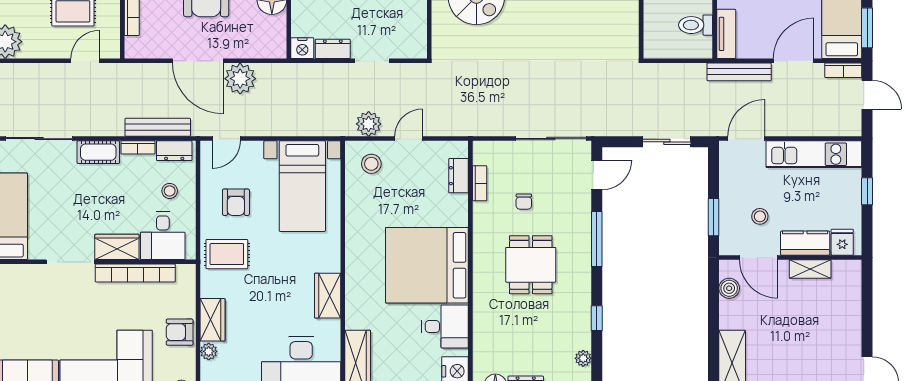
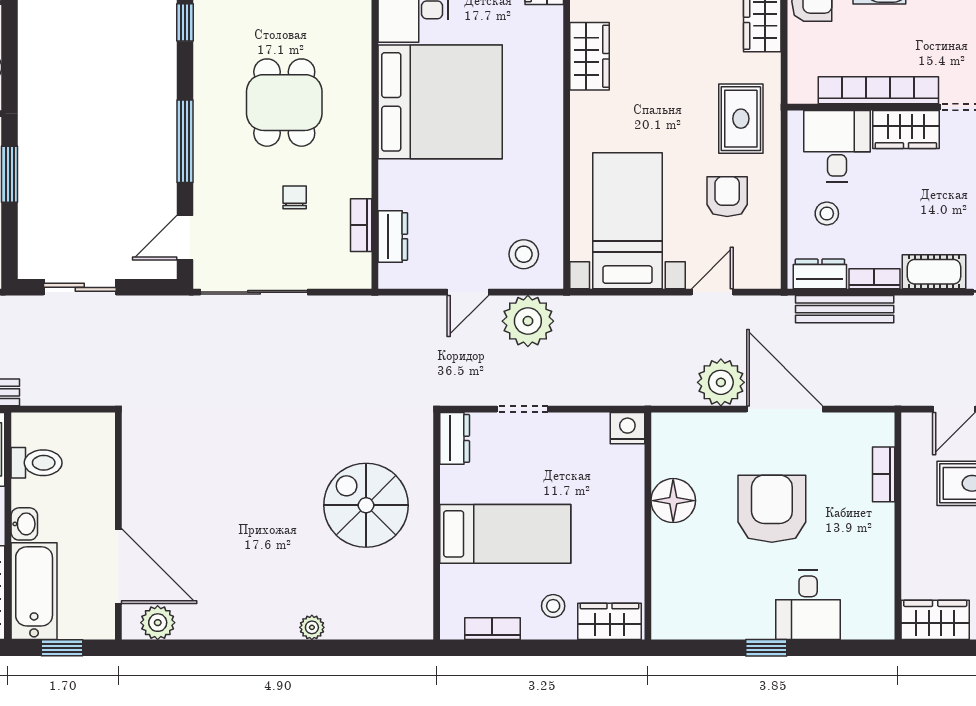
dresser: (333, 49) -> (455, 438), moved, turned -90
plant: (369, 124) -> (528, 321), width x1.36, depth x1.36
door: (226, 139) -> (712, 292), moved
rug: (227, 254) -> (741, 119), turned 90

